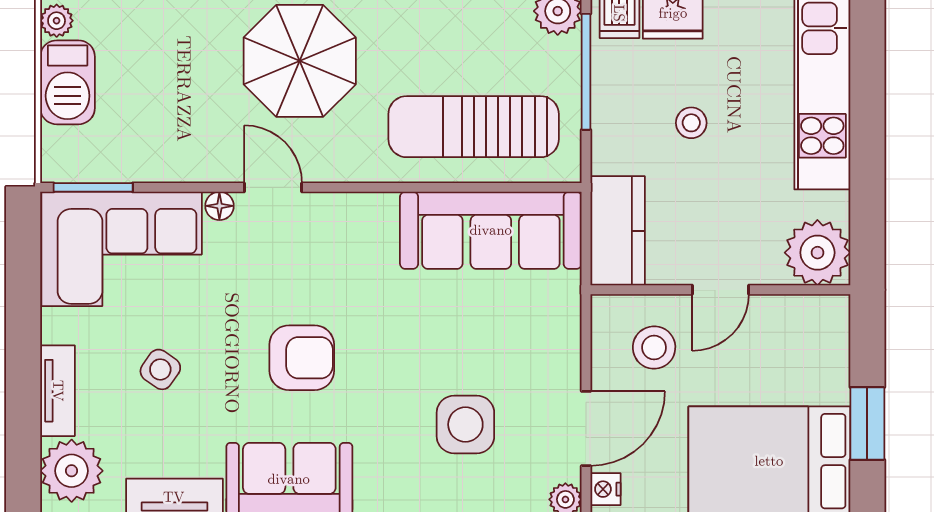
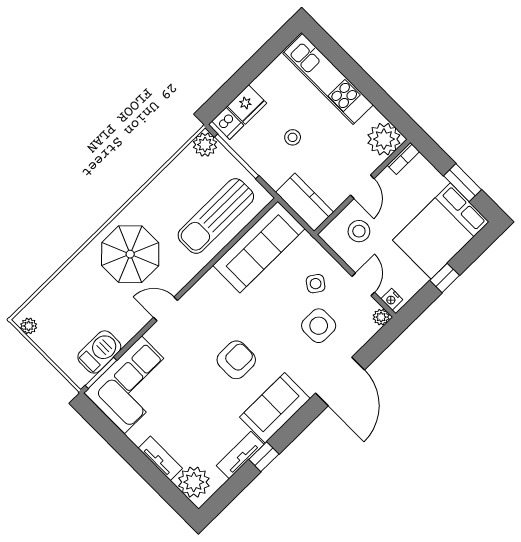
barbecue: (68, 82) -> (99, 352), moved, turned -90
floor lamp: (219, 206) -> (153, 335), removed
bookcase: (818, 307) -> (403, 158), added
side table: (160, 369) -> (316, 284), moved
door: (586, 429) -> (363, 284), width x0.73

